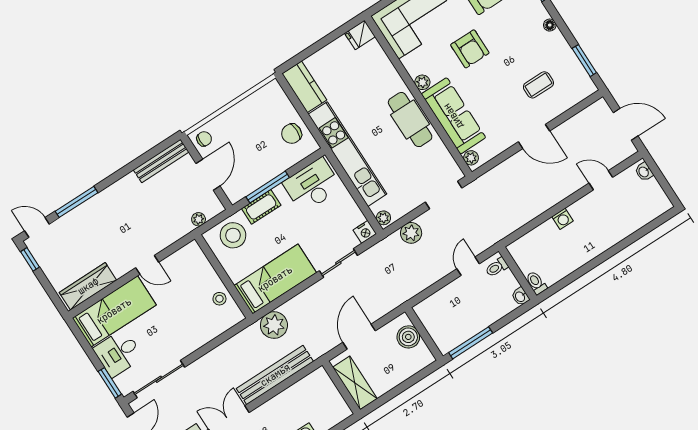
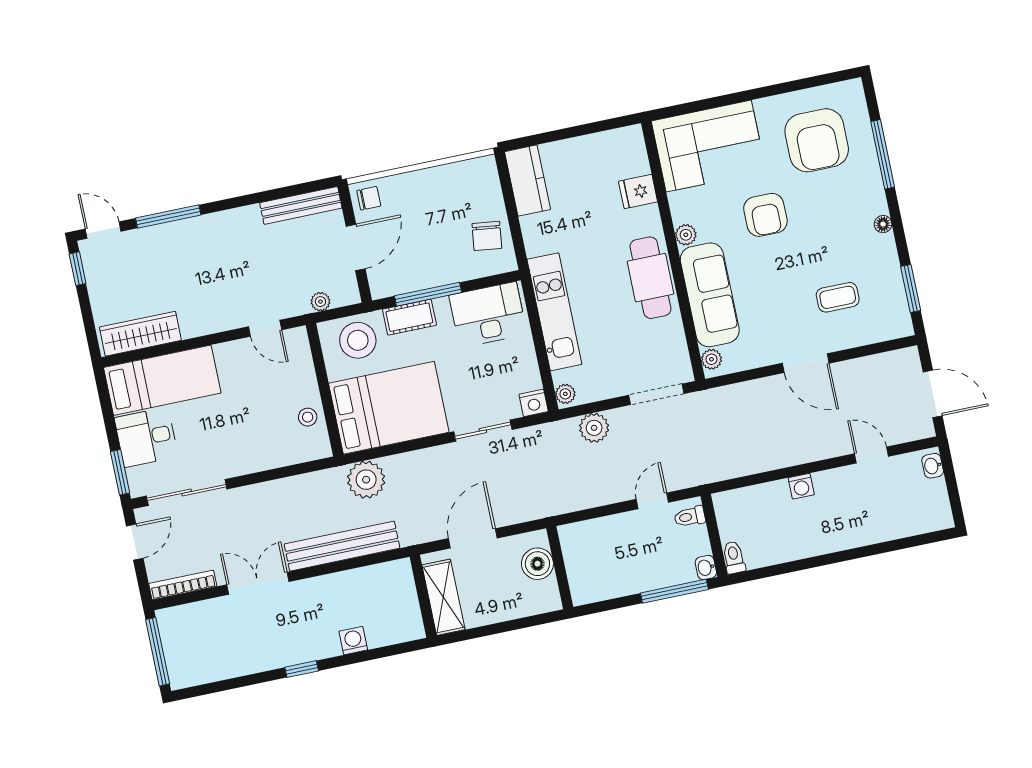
fridge: (360, 35) -> (638, 192), moved
chair: (292, 134) -> (487, 236), turned -83
kitchen unit: (347, 154) -> (554, 312), width x0.73
door: (147, 265) -> (265, 328), moved
bed: (275, 279) -> (389, 408), width x1.50
window: (471, 343) -> (674, 591), moved

